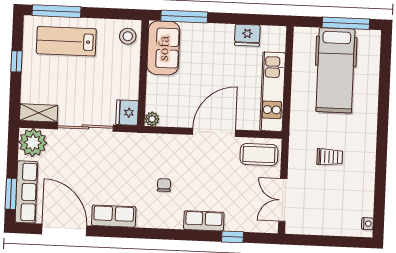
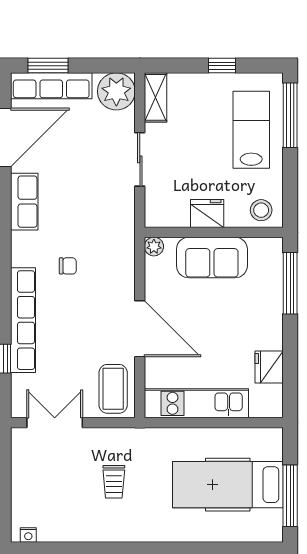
sofa: (163, 48) -> (212, 257), moved
fridge: (127, 113) -> (207, 214), moved
sliding door: (85, 127) -> (140, 159), width x0.73
row of seats: (204, 221) -> (23, 320), width x2.02

